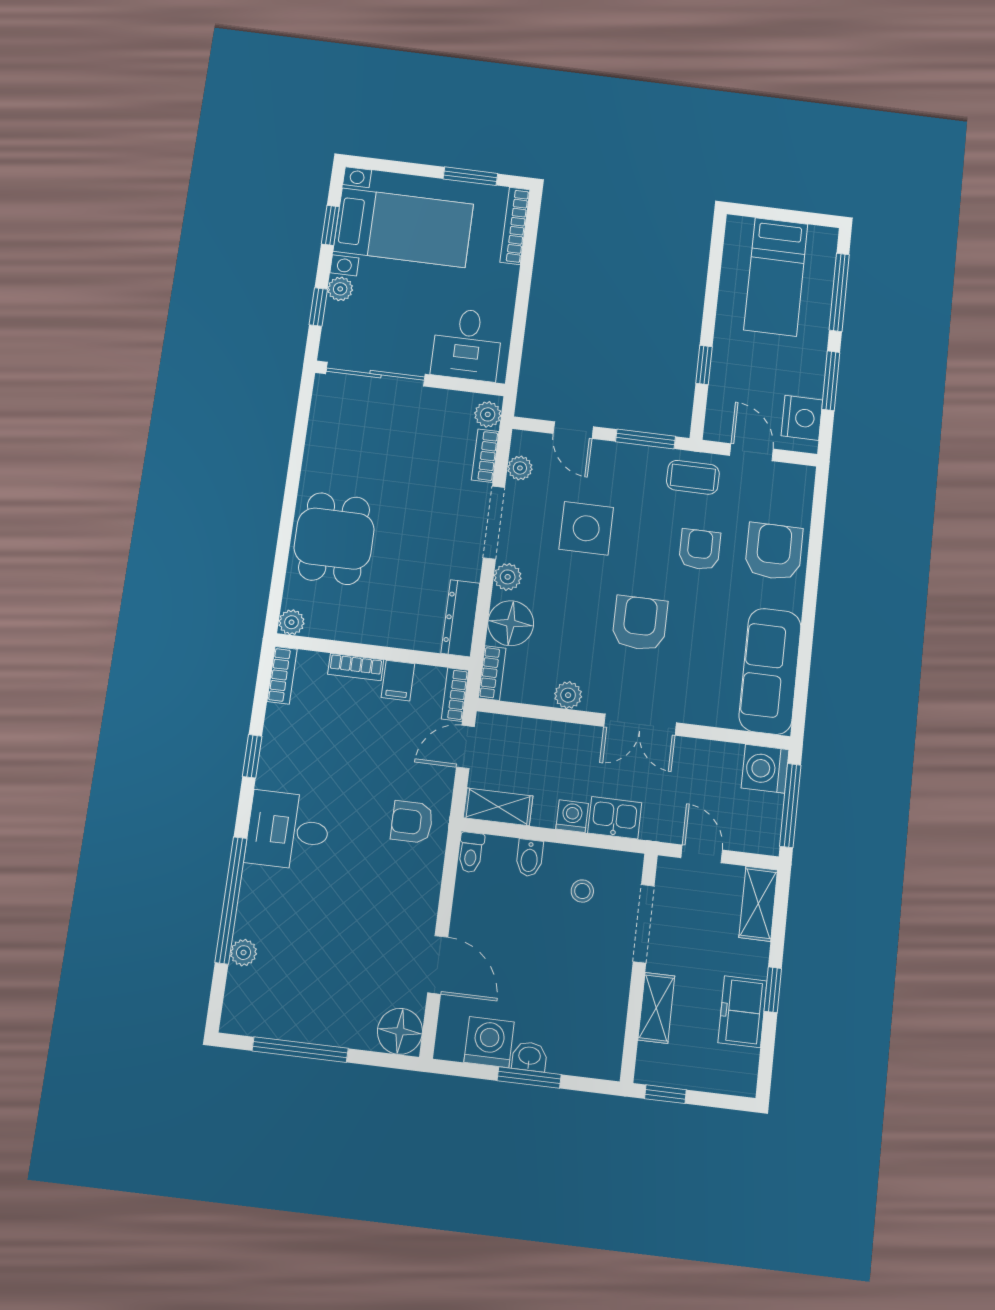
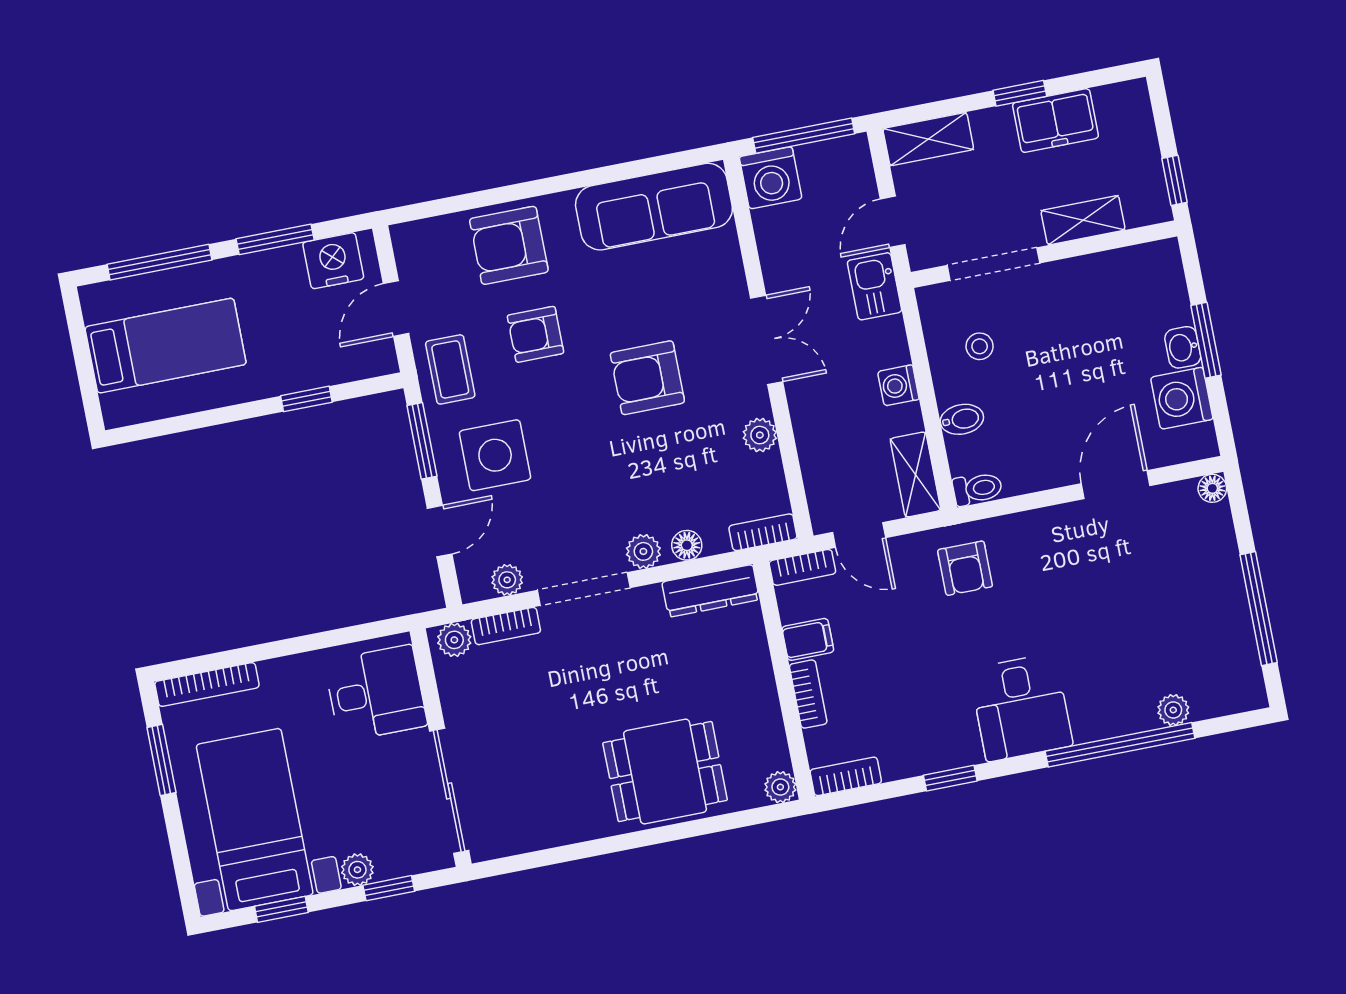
side table: (586, 528) -> (495, 455), moved
floor lamp: (511, 623) -> (687, 545), width x0.53, depth x0.53
kitchen sink: (615, 818) -> (874, 286), moved
floor lamp: (400, 1031) -> (1212, 488), width x0.53, depth x0.53

